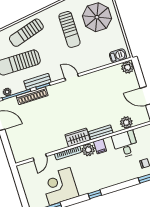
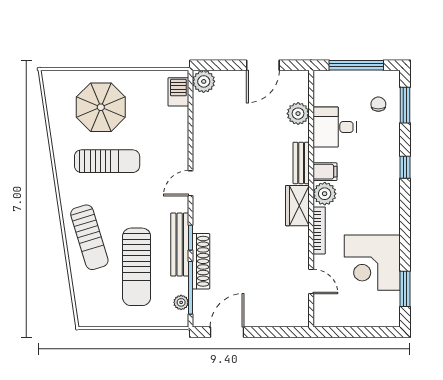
bench: (37, 82) -> (180, 245), width x1.36
window: (95, 194) -> (405, 167), moved

